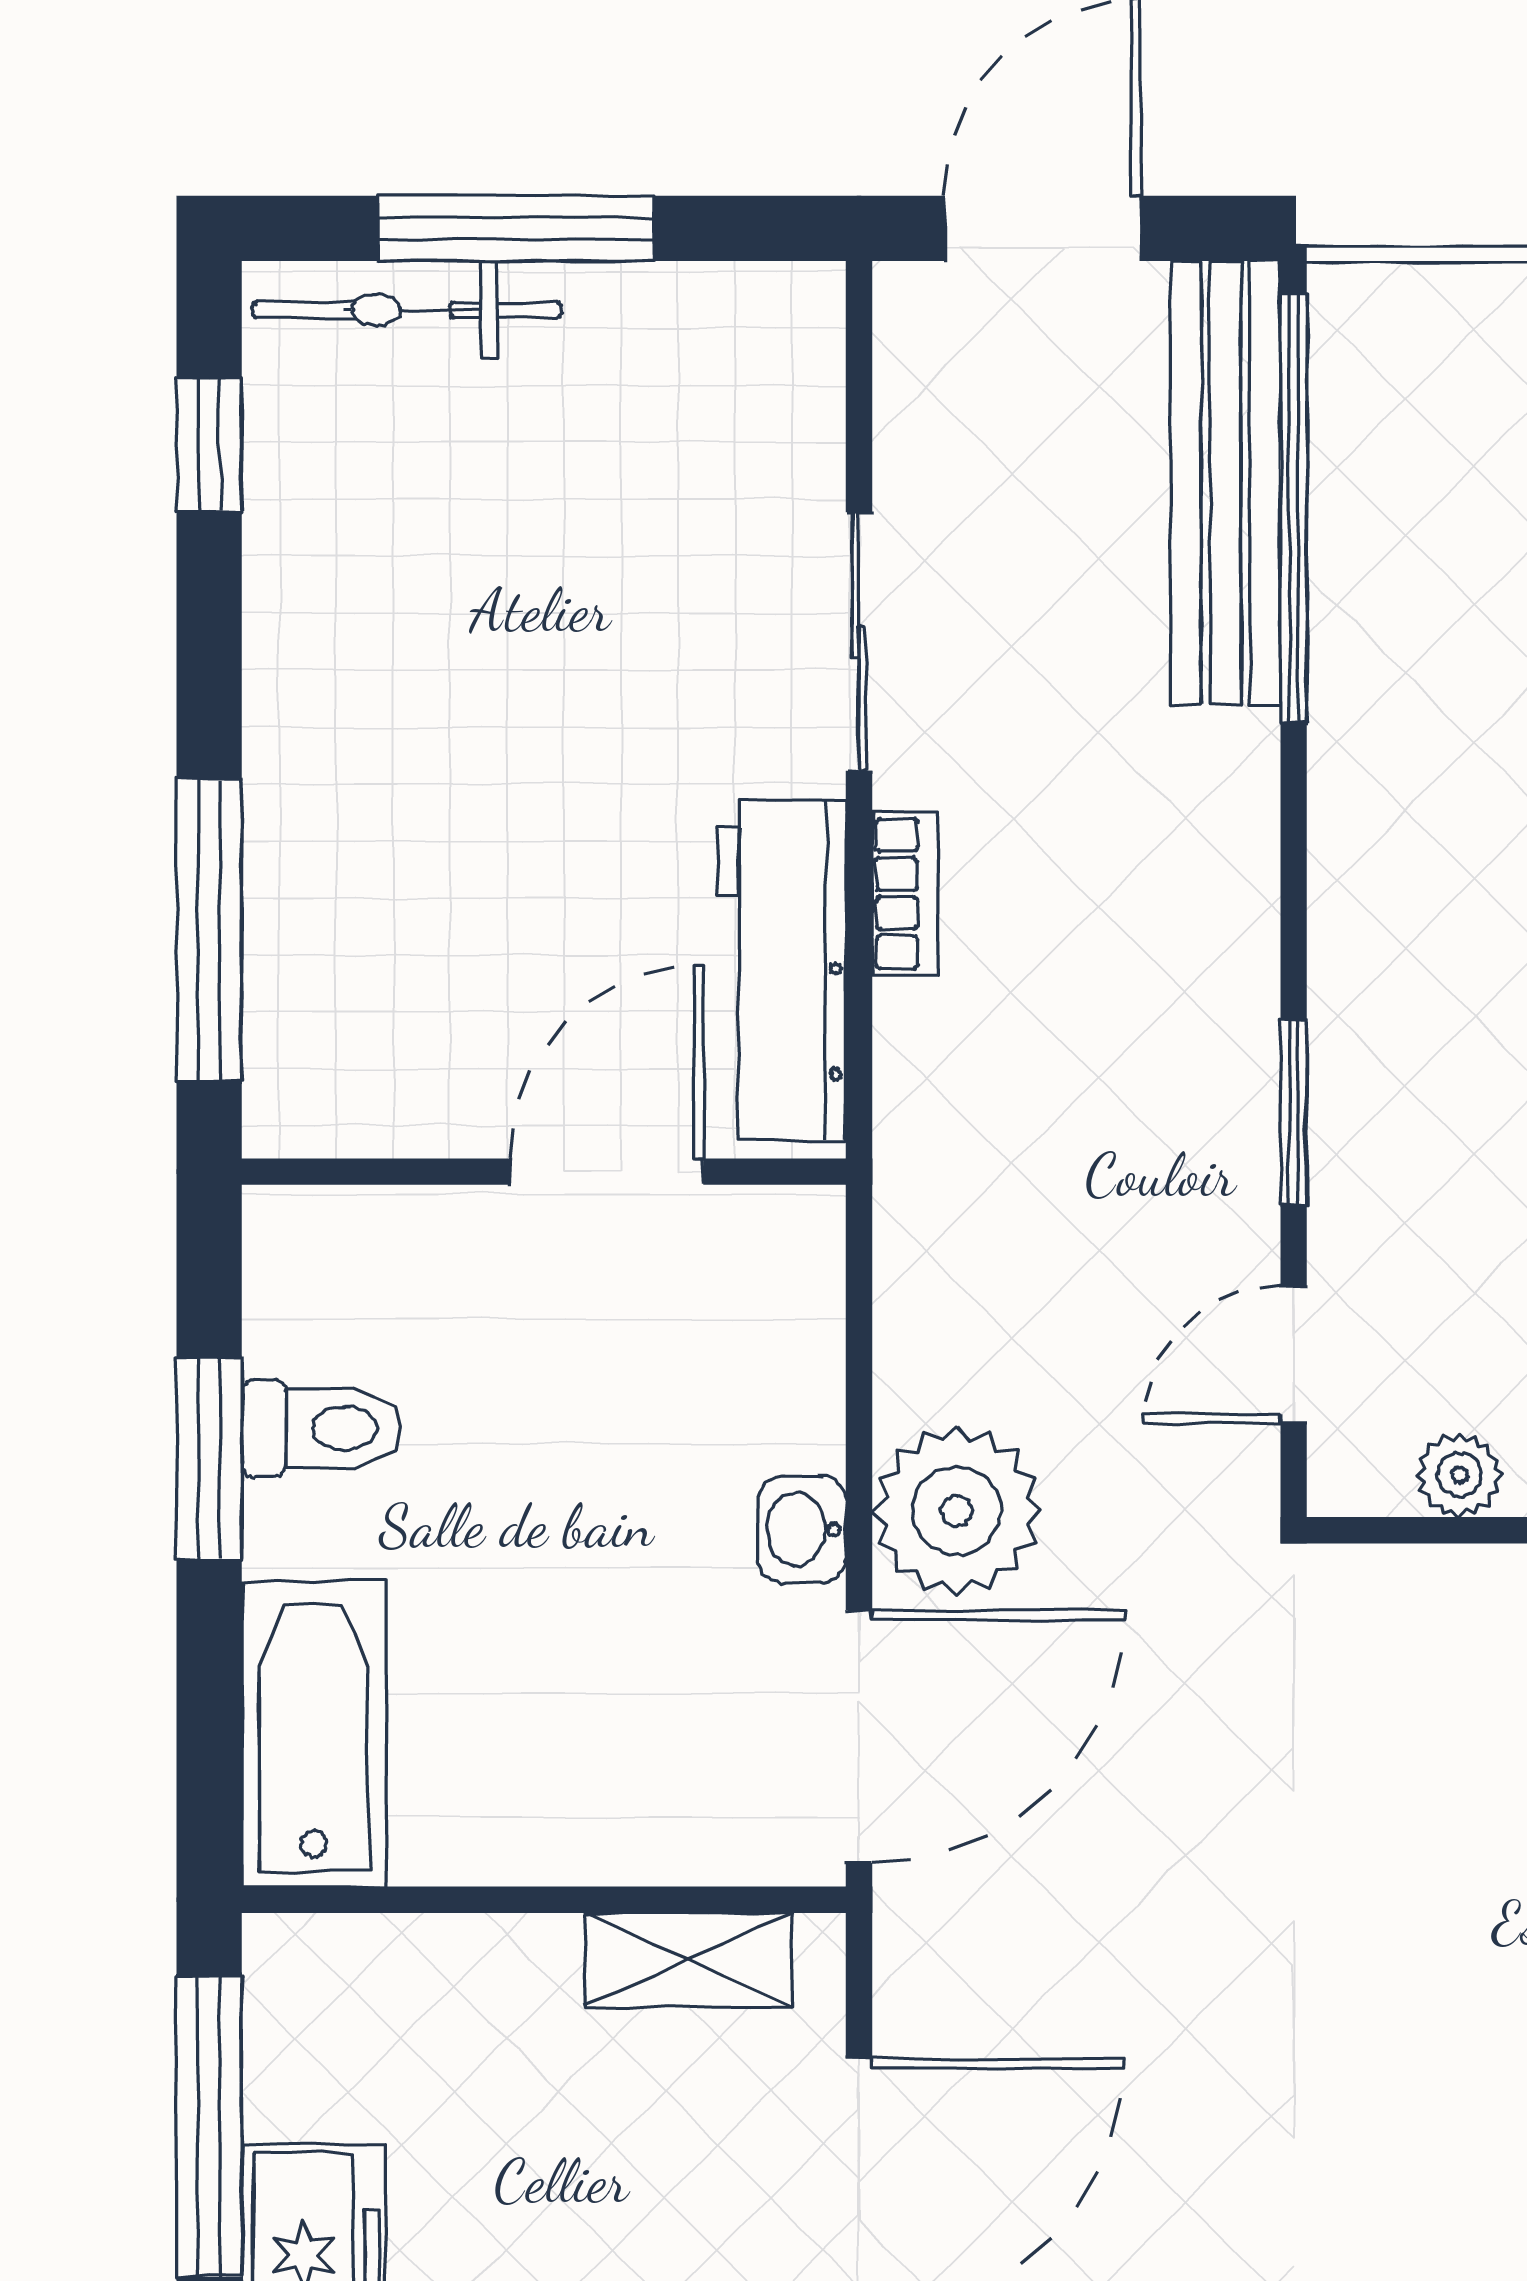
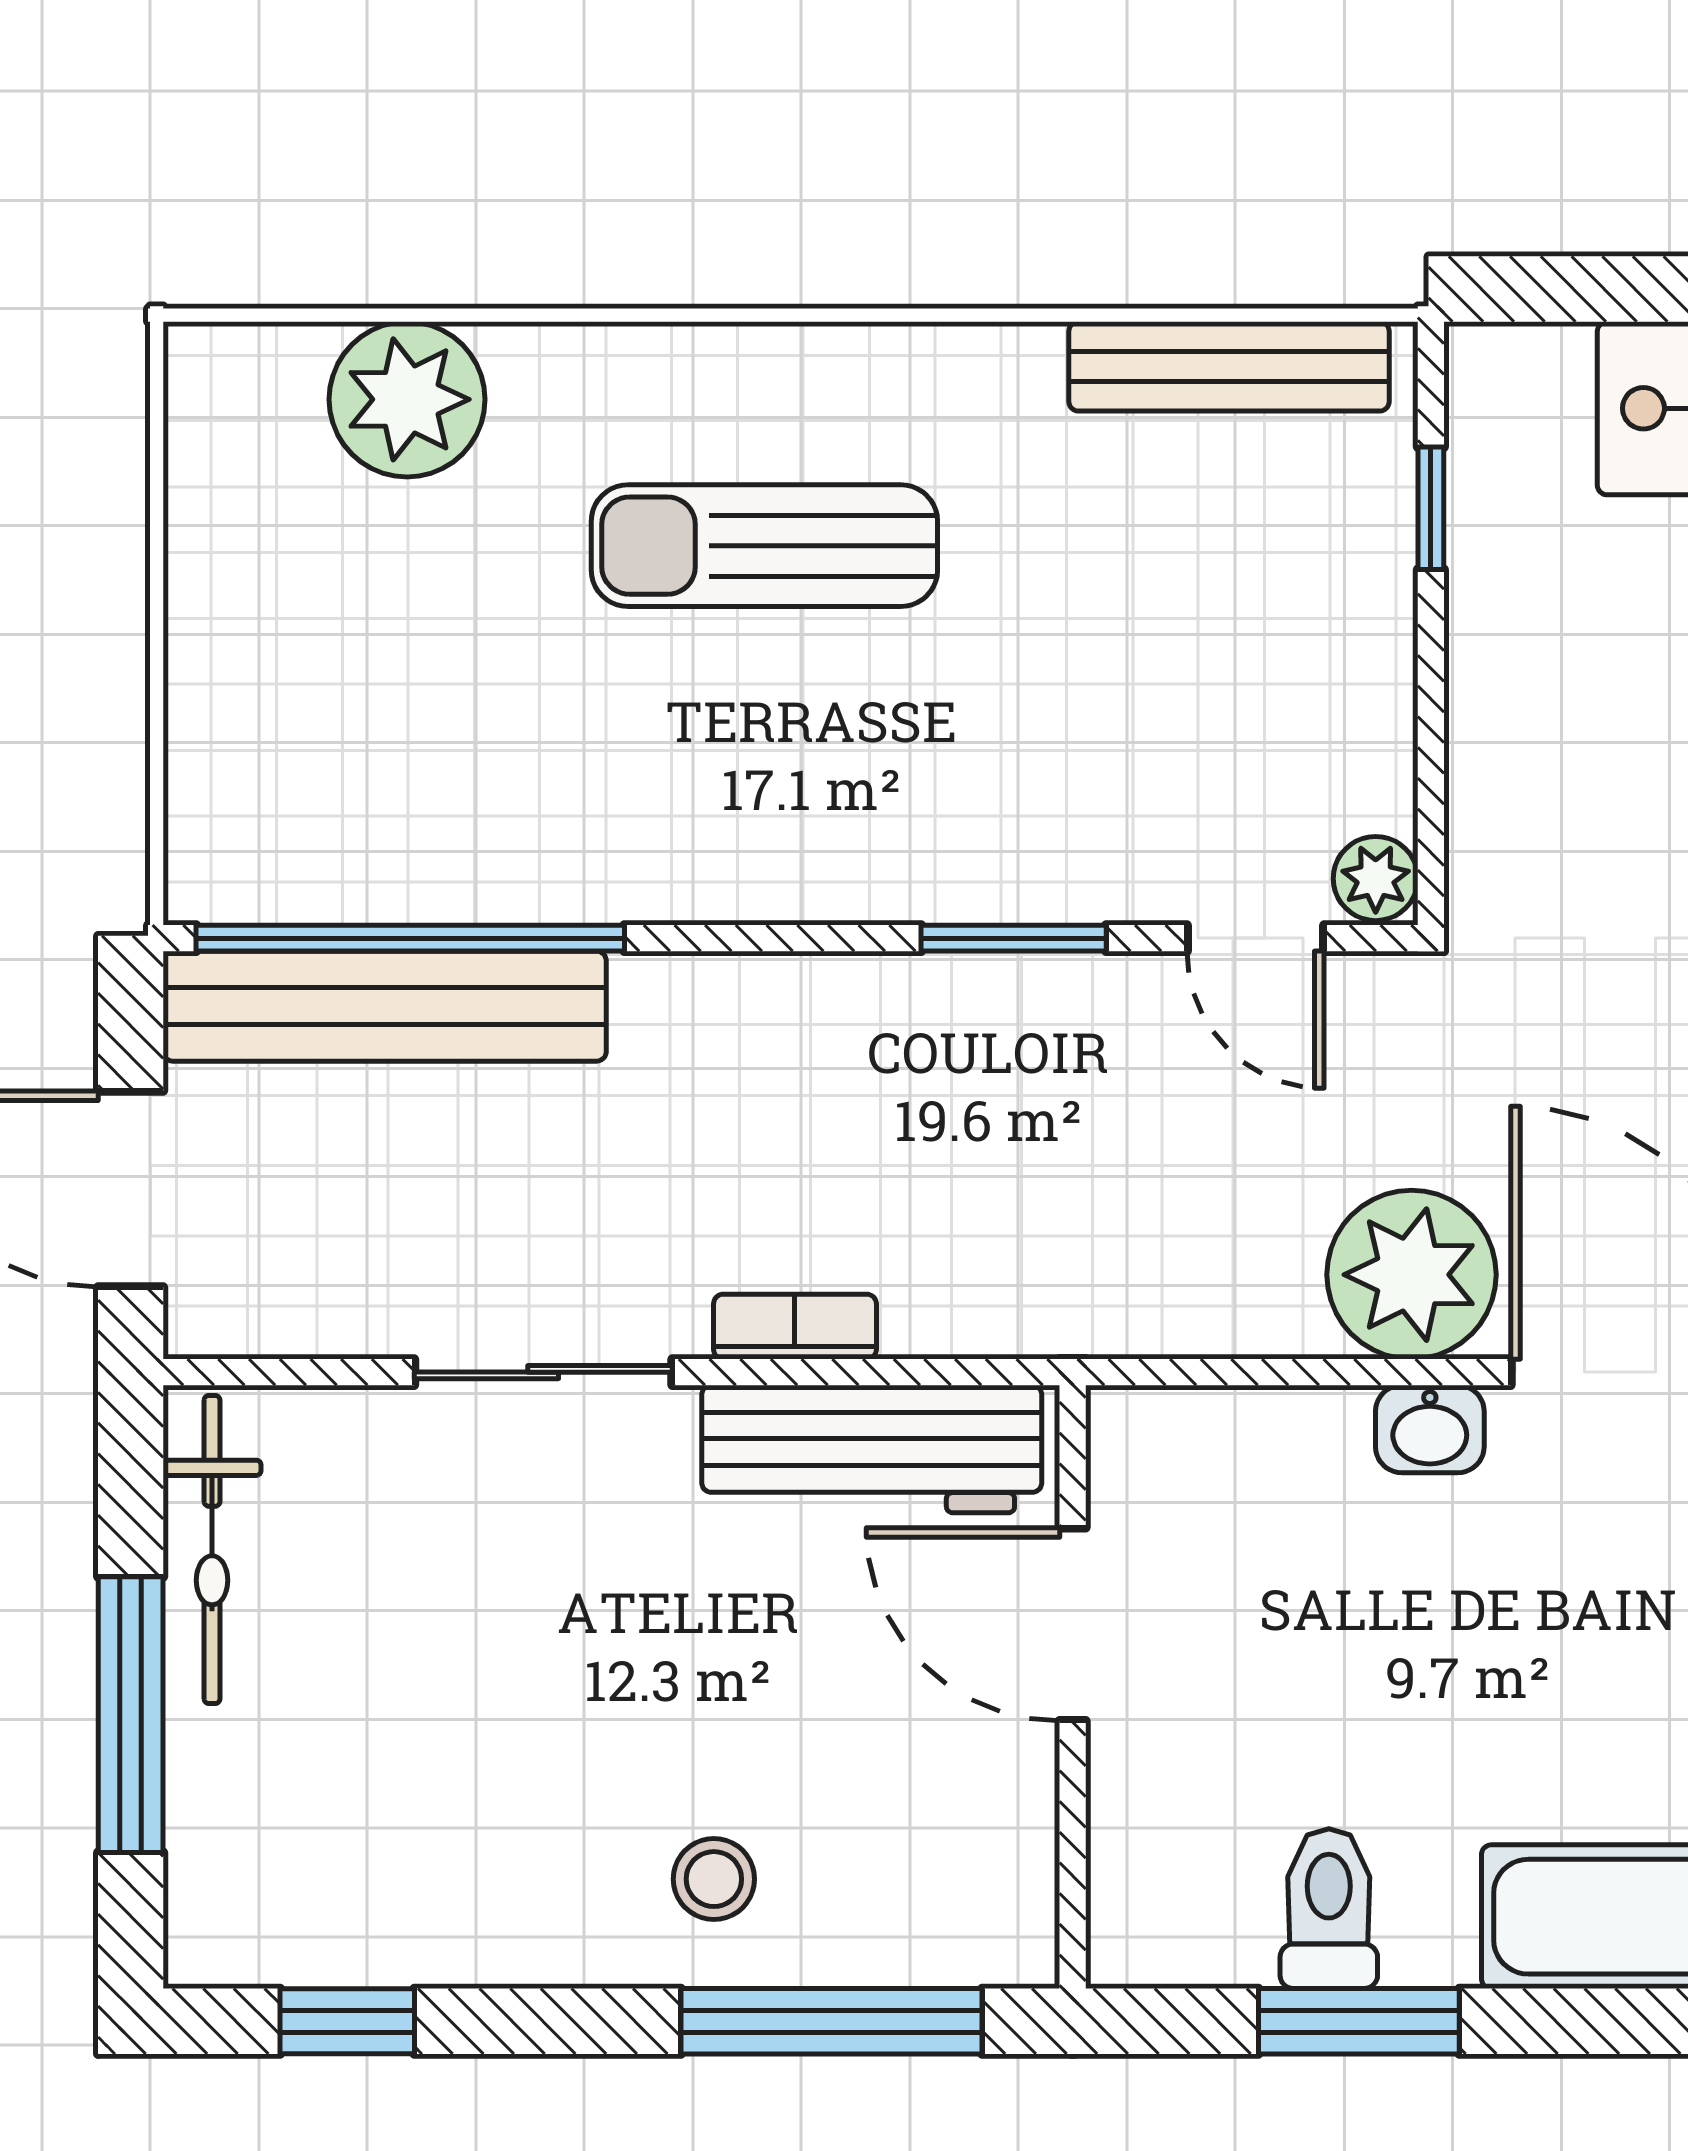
bicycle: (407, 310) -> (212, 1549), moved
stool: (351, 812) -> (714, 1879), added
plant: (1459, 1475) -> (1376, 879), moved

